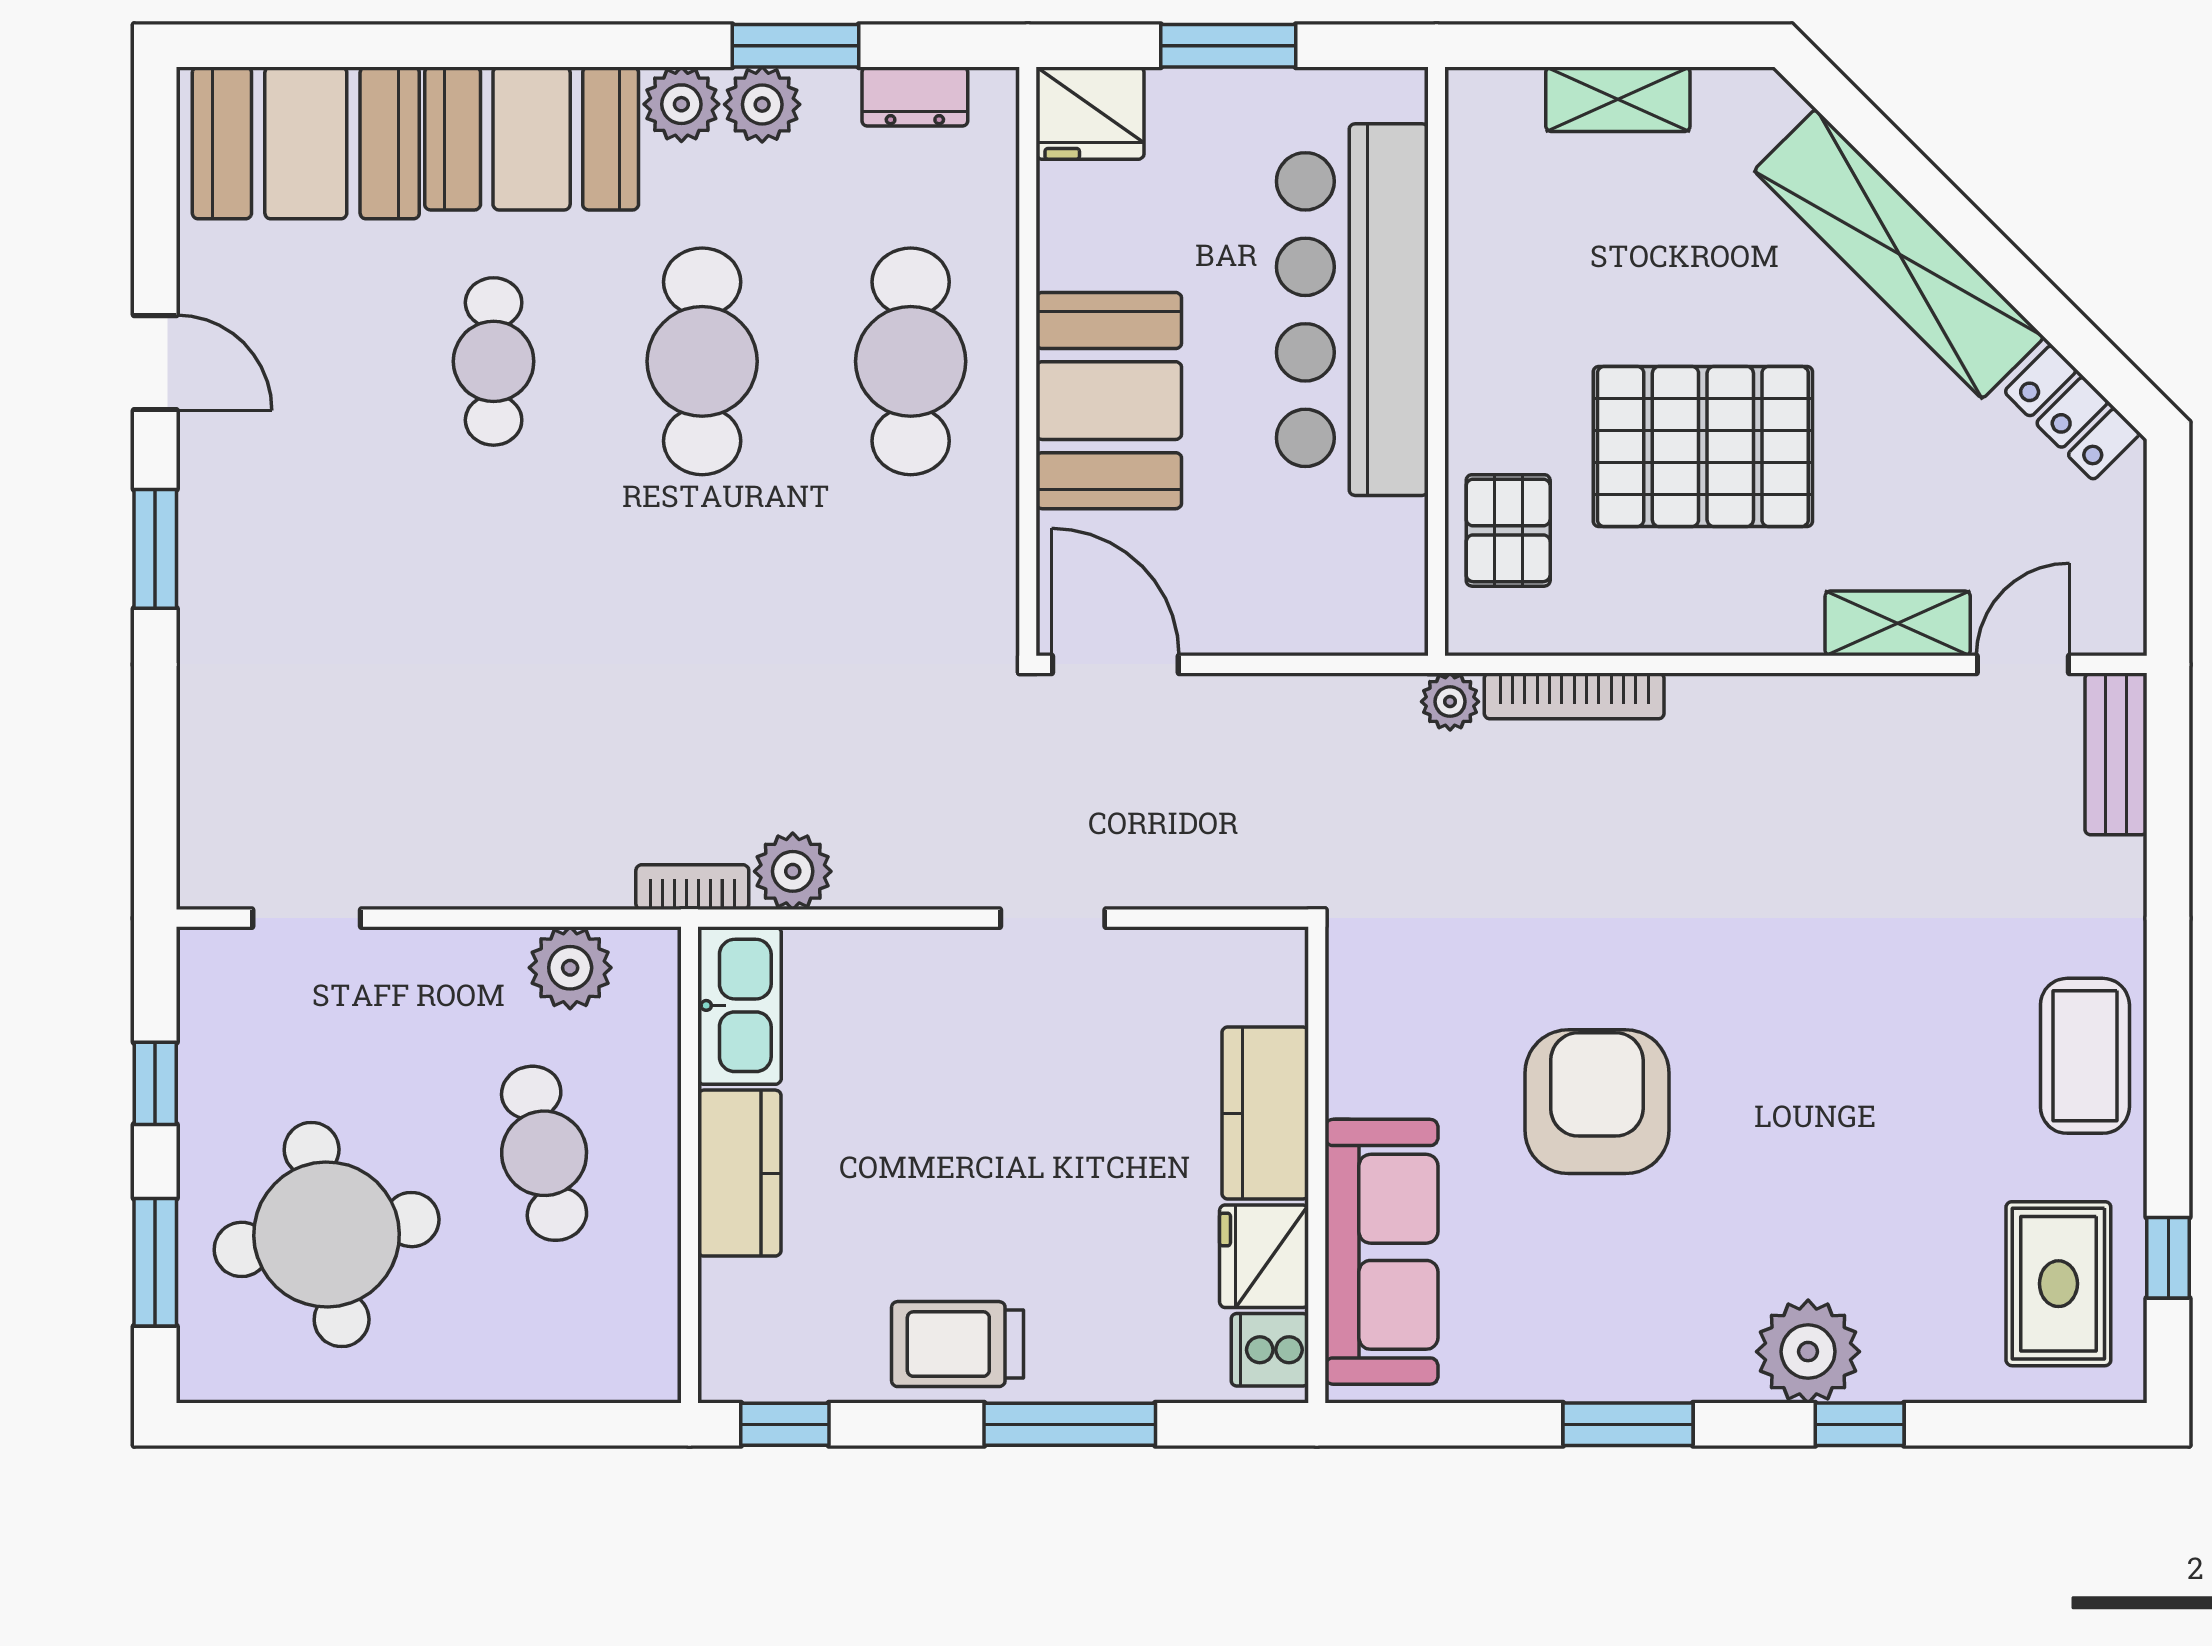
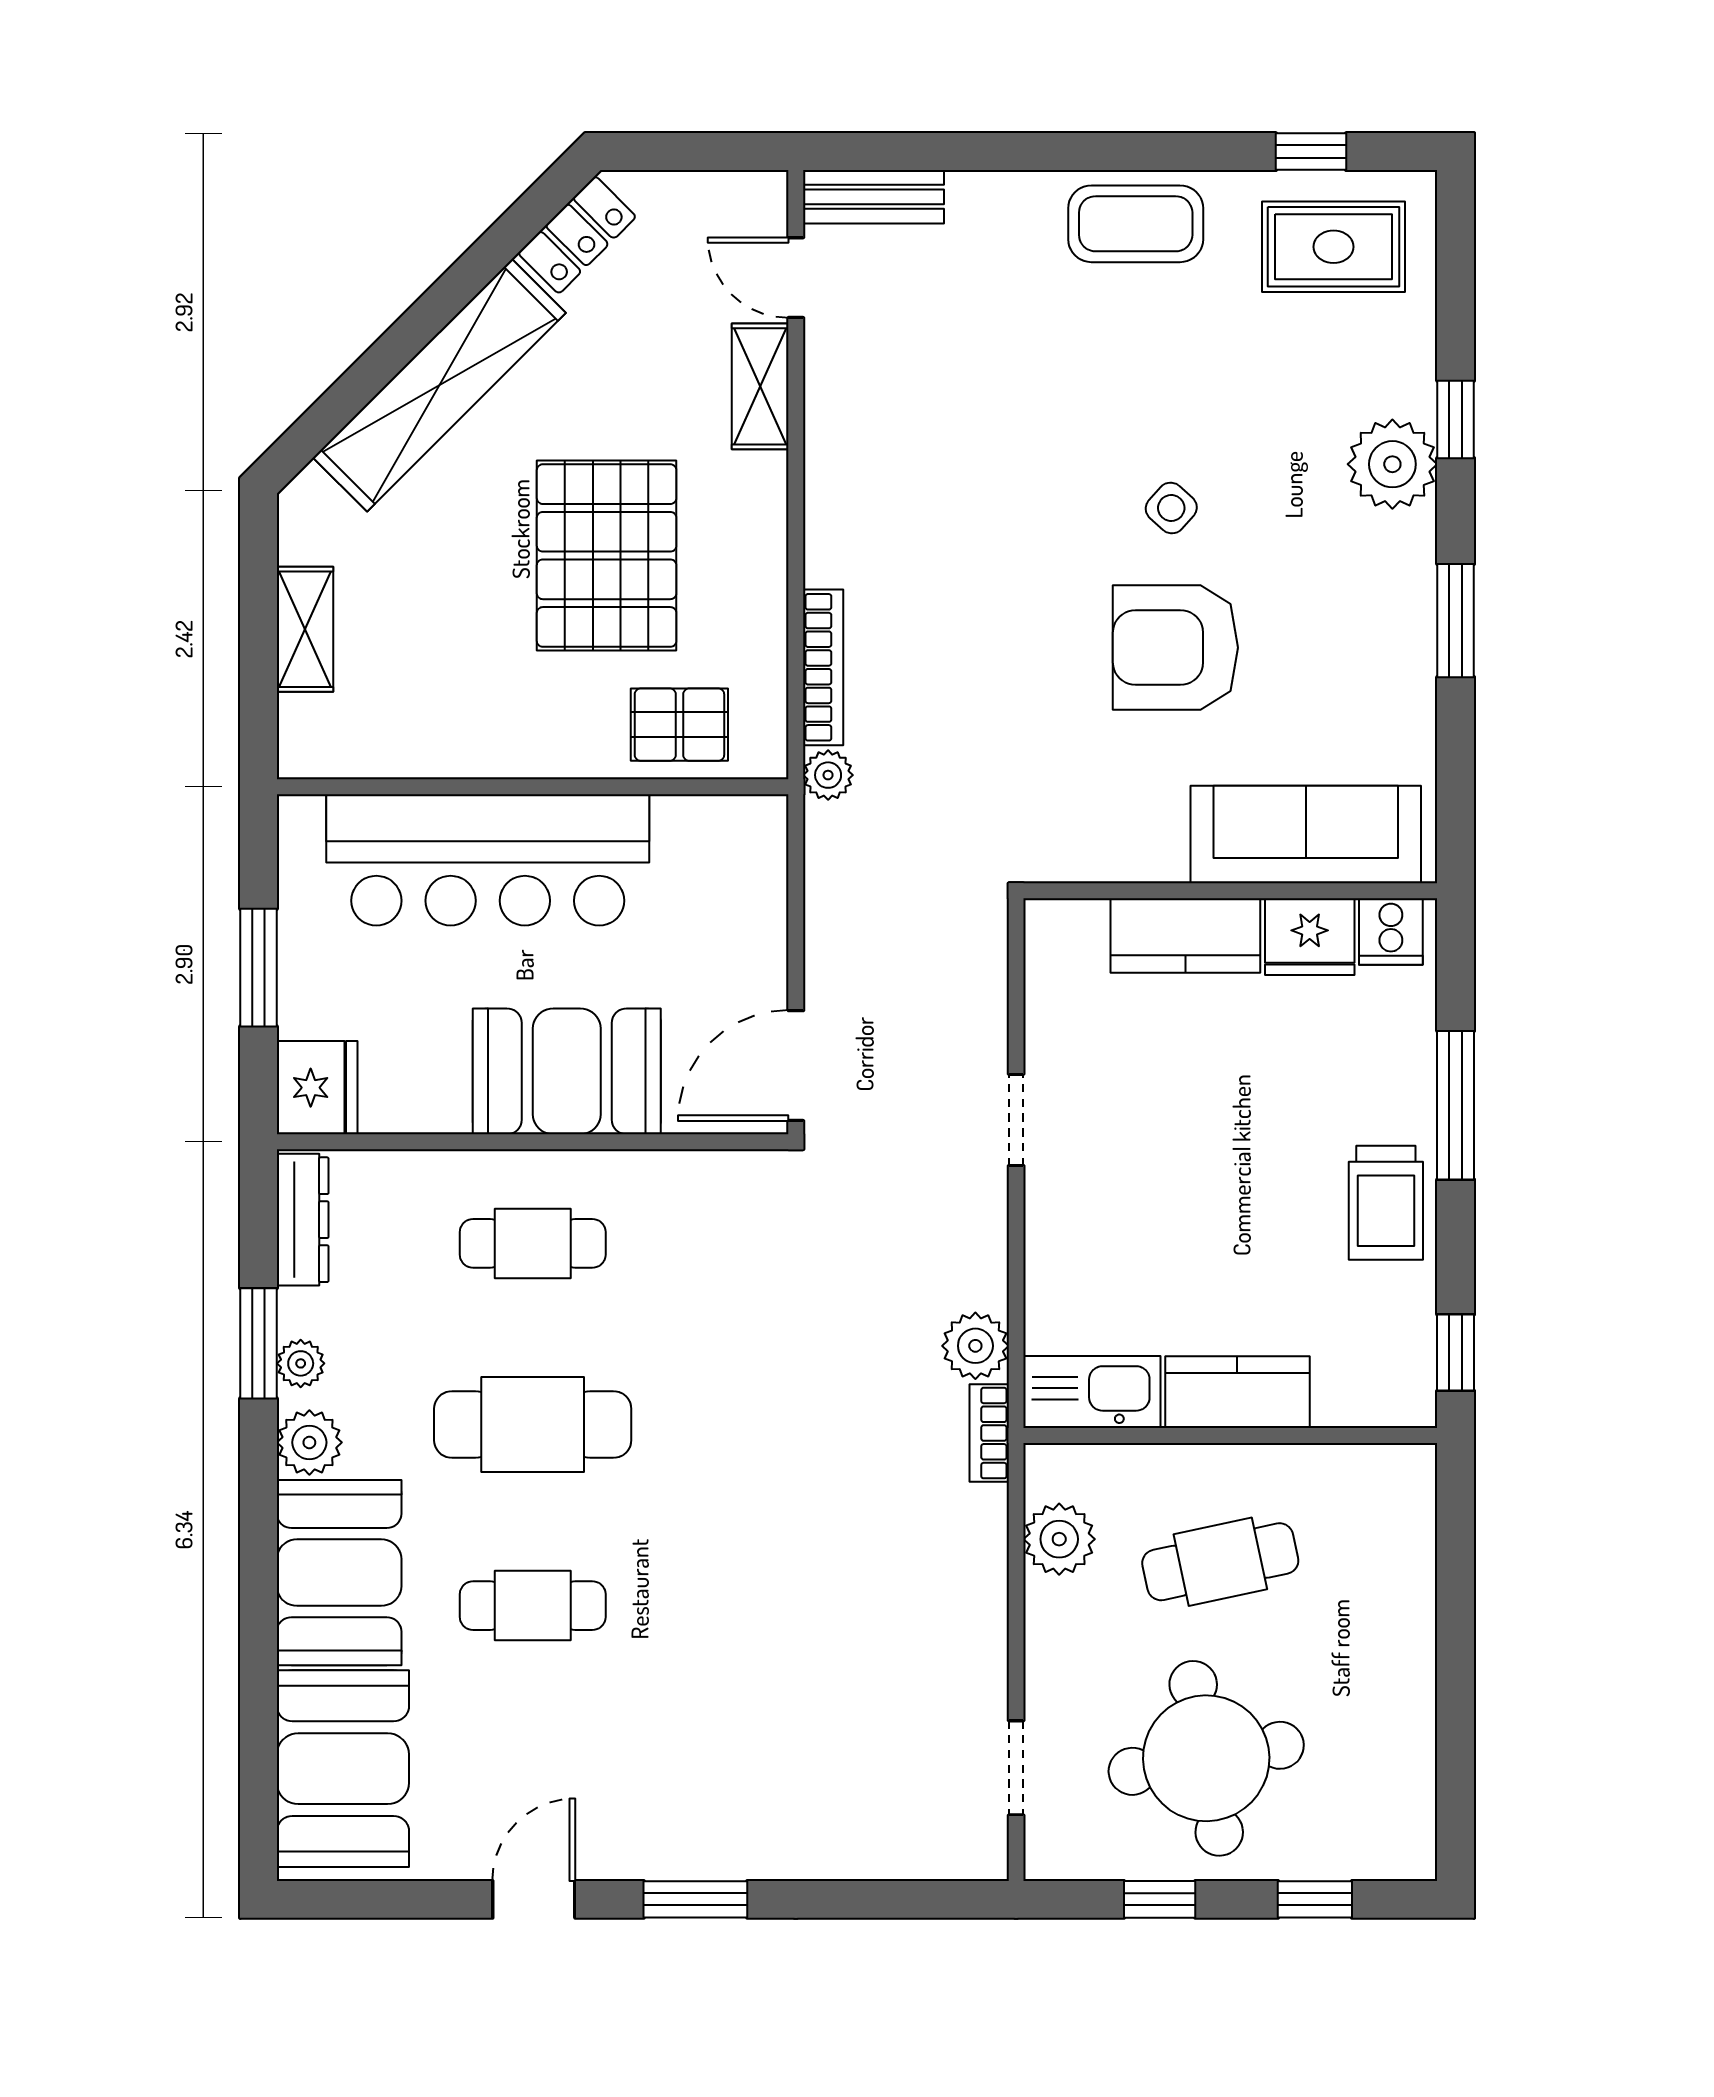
dresser: (915, 97) -> (303, 1220), width x1.44
plant: (762, 104) -> (301, 1363), width x0.73, depth x0.73
cafe table: (911, 361) -> (533, 1243), width x0.73, depth x0.74
side table: (1758, 1097) -> (1171, 508), added
round table: (327, 1234) -> (1206, 1758), moved
window: (155, 1262) -> (1315, 1899), width x0.67

